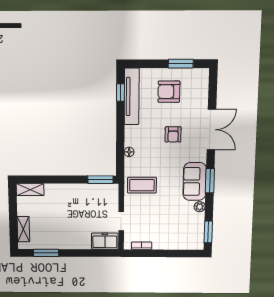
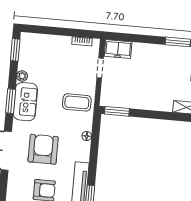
armchair: (173, 134) -> (43, 149), width x1.88, depth x1.88

